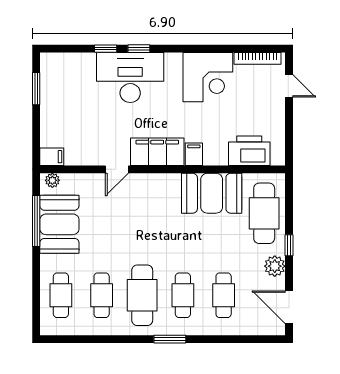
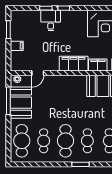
desk: (130, 77) -> (51, 20), width x0.53, depth x0.77
filing cabinet: (194, 154) -> (98, 65), width x2.00
filing cabinet: (52, 157) -> (17, 46), moved
door: (117, 169) -> (38, 73), moved
cafe table: (61, 295) -> (22, 141), width x1.37, depth x1.35

